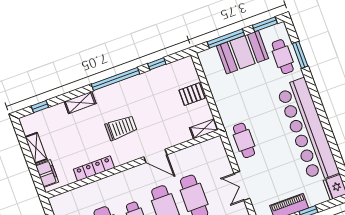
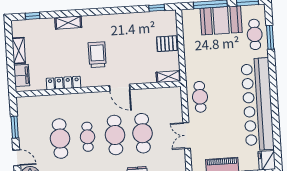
window: (157, 64) -> (157, 8), moved
window: (116, 79) -> (105, 11), removed
trolley: (121, 128) -> (97, 55), turned -90

